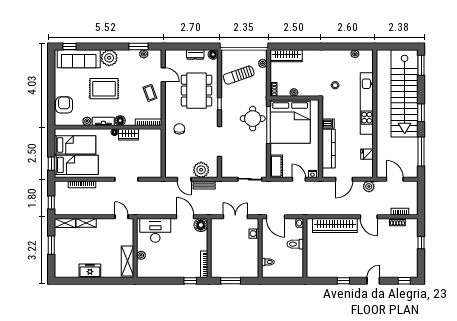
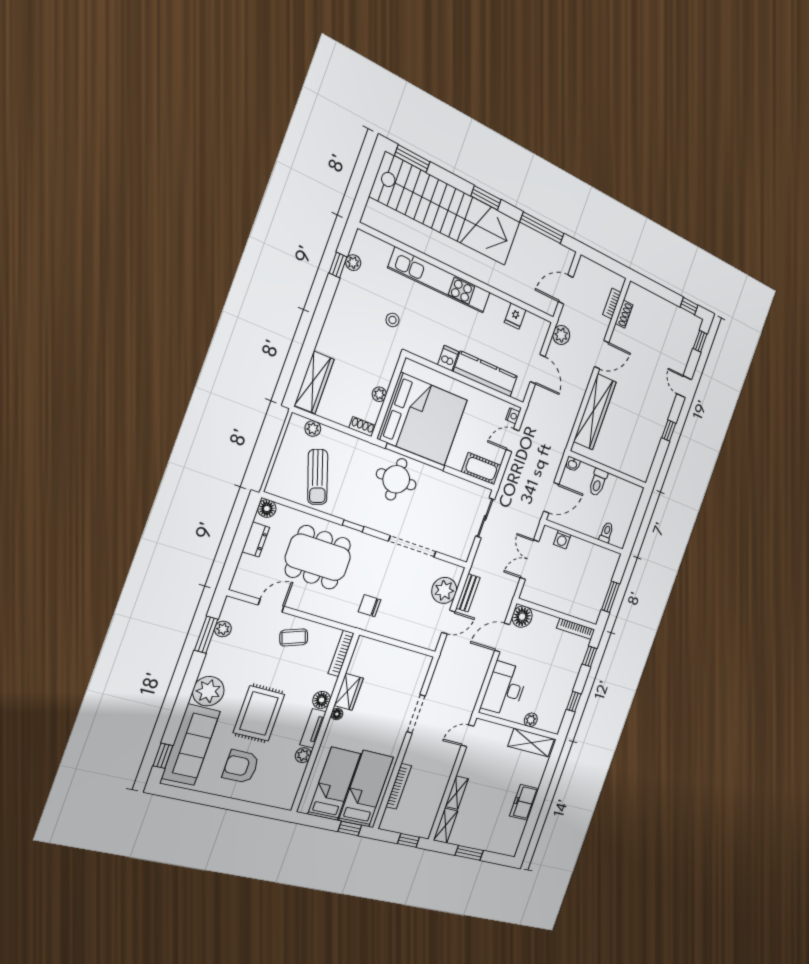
window: (350, 46) -> (338, 265), added
armchair: (64, 105) -> (241, 766), moved
window: (421, 243) -> (689, 306), moved
window: (160, 281) -> (574, 702), added

